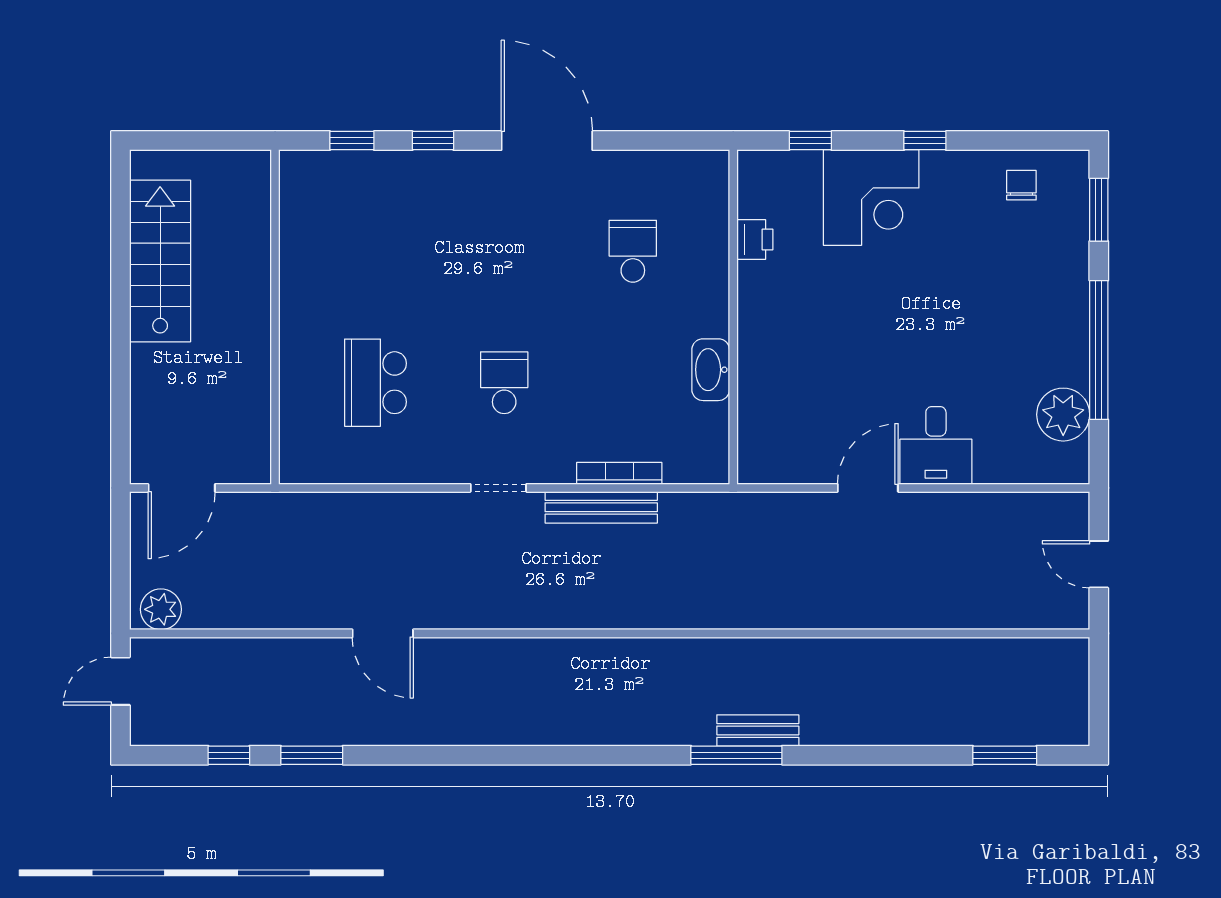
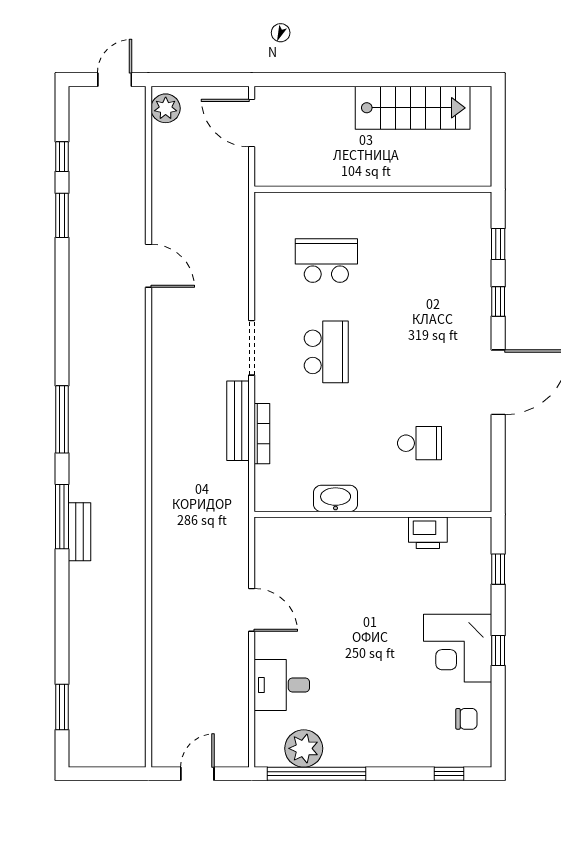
corner desk: (871, 198) -> (458, 648), moved
window: (1099, 210) -> (449, 774), width x0.67
printer: (755, 240) -> (428, 533), width x1.36, depth x1.24
window: (1099, 350) -> (316, 774), moved
school desk: (504, 383) -> (326, 352), width x1.85
desk: (936, 445) -> (282, 685), moved
doorway: (498, 488) -> (252, 348), width x1.38
door: (383, 633) -> (148, 266), swing flipped
door: (120, 681) -> (115, 80), hinge flipped
window: (599, 755) -> (62, 419), added

